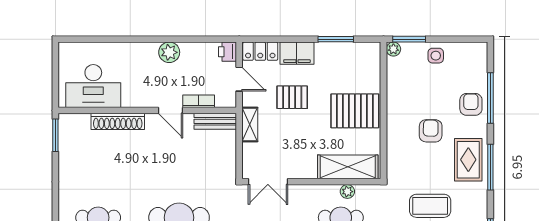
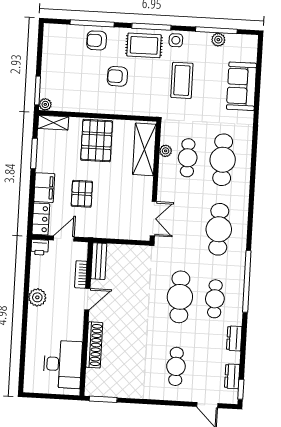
side table: (436, 56) -> (176, 40), moved
shelving: (250, 125) -> (53, 123), moved

